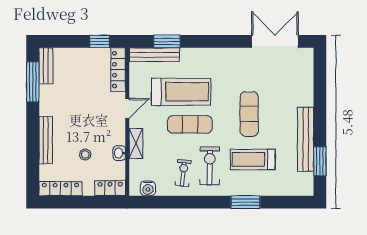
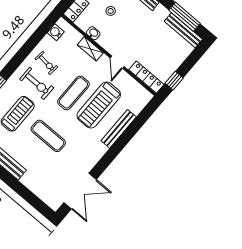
window: (167, 41) -> (138, 123), removed
bench: (154, 55) -> (119, 129), moved
bench: (46, 66) -> (183, 30), width x1.36

